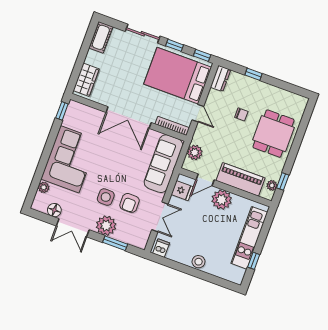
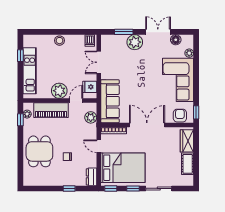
cot: (101, 37) -> (188, 164), moved
side table: (106, 197) -> (142, 62), removed
armchair: (130, 203) -> (180, 116), moved

